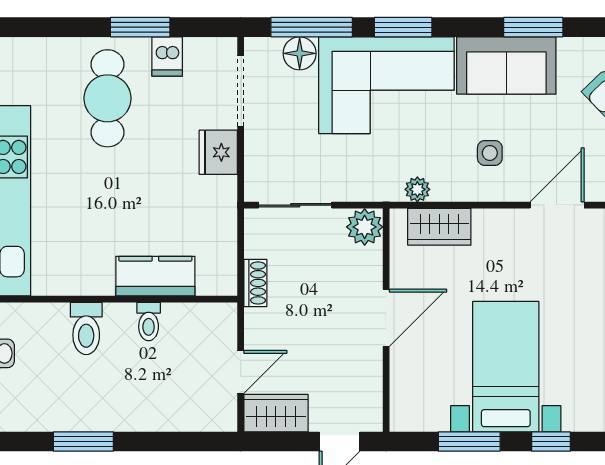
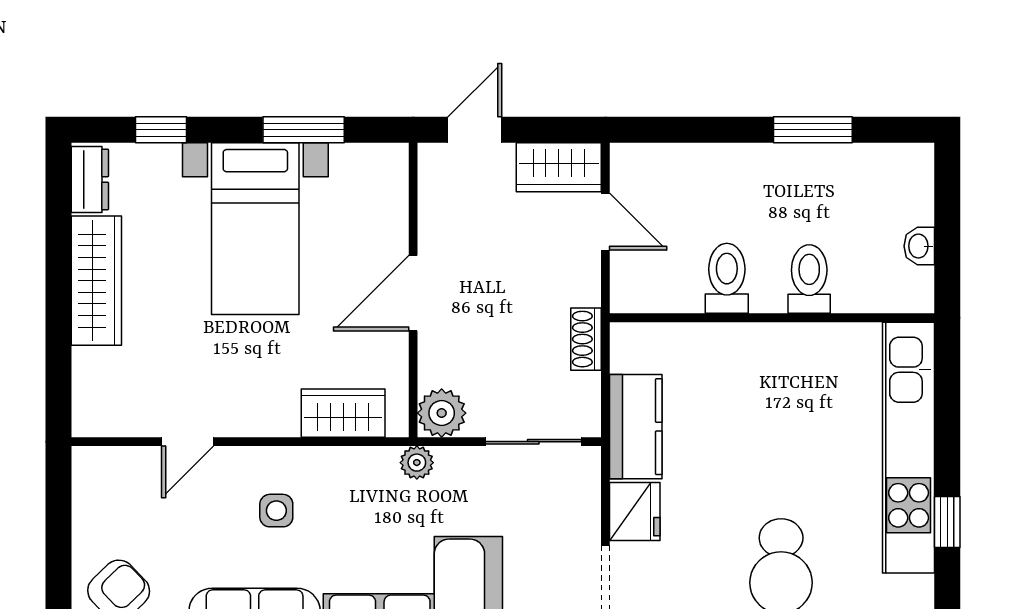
plant: (417, 189) -> (417, 463), moved
door: (557, 205) -> (188, 442), width x0.73
kitchen counter: (155, 276) -> (636, 427), moved, turned -90
toilet: (149, 322) -> (727, 278), width x1.37, depth x1.39
door: (241, 372) -> (605, 222), swing flipped
window: (551, 442) -> (161, 130), moved

